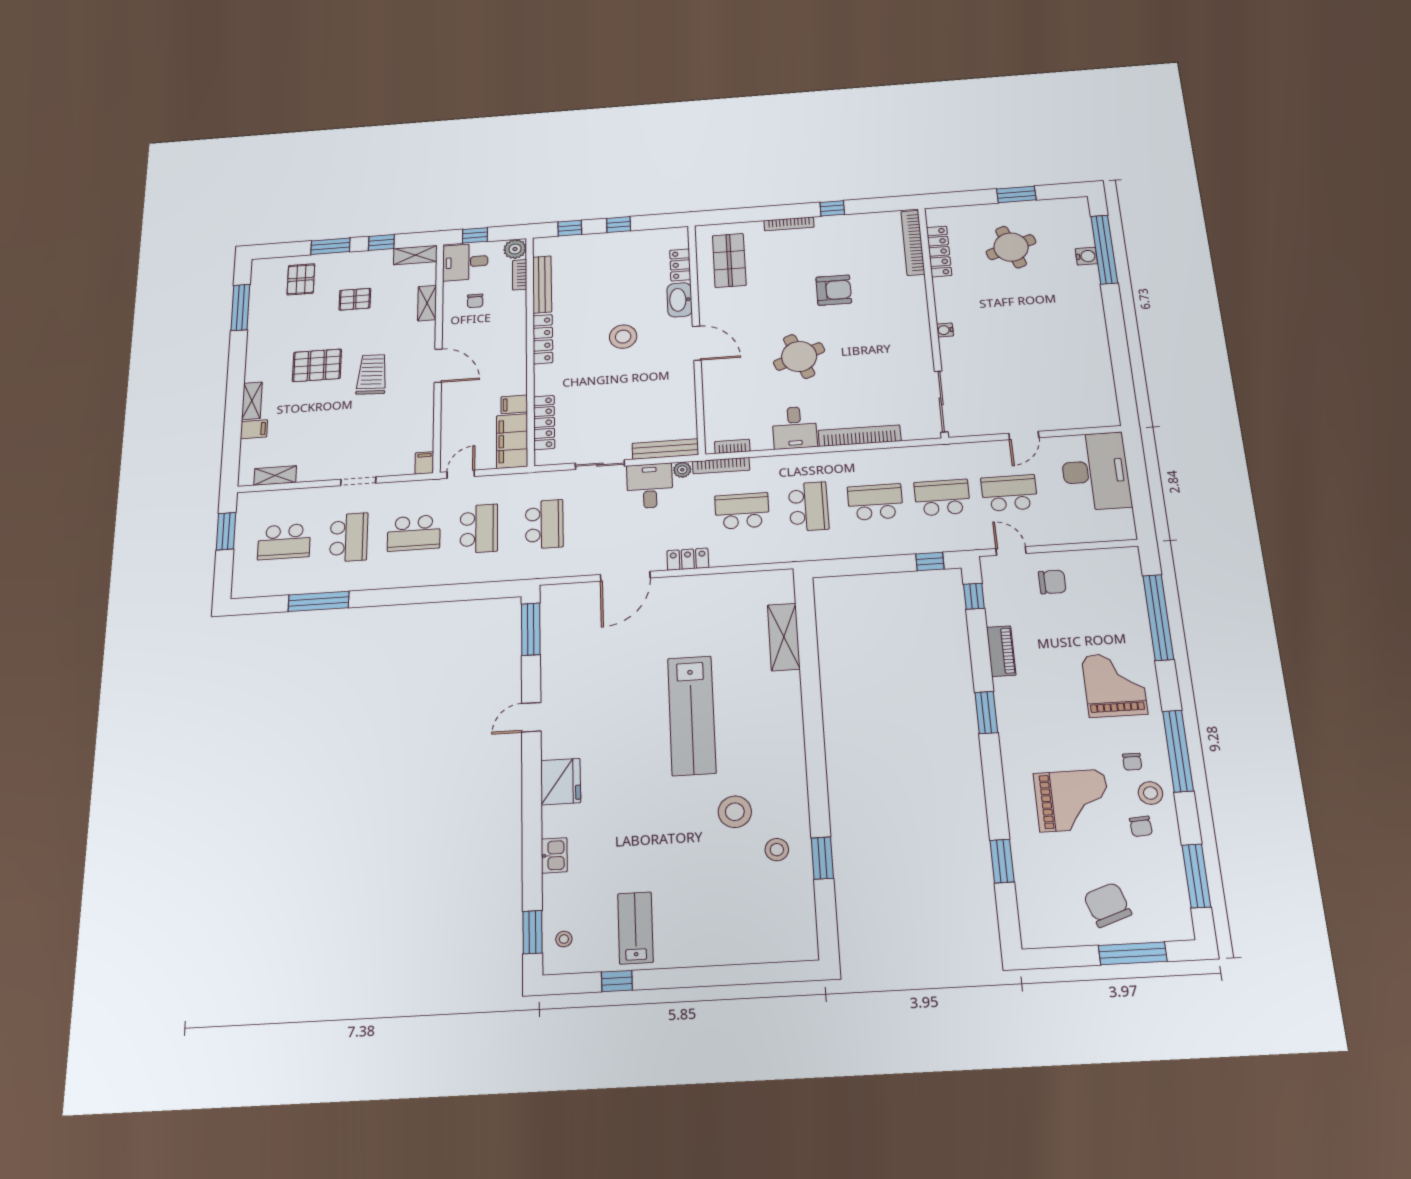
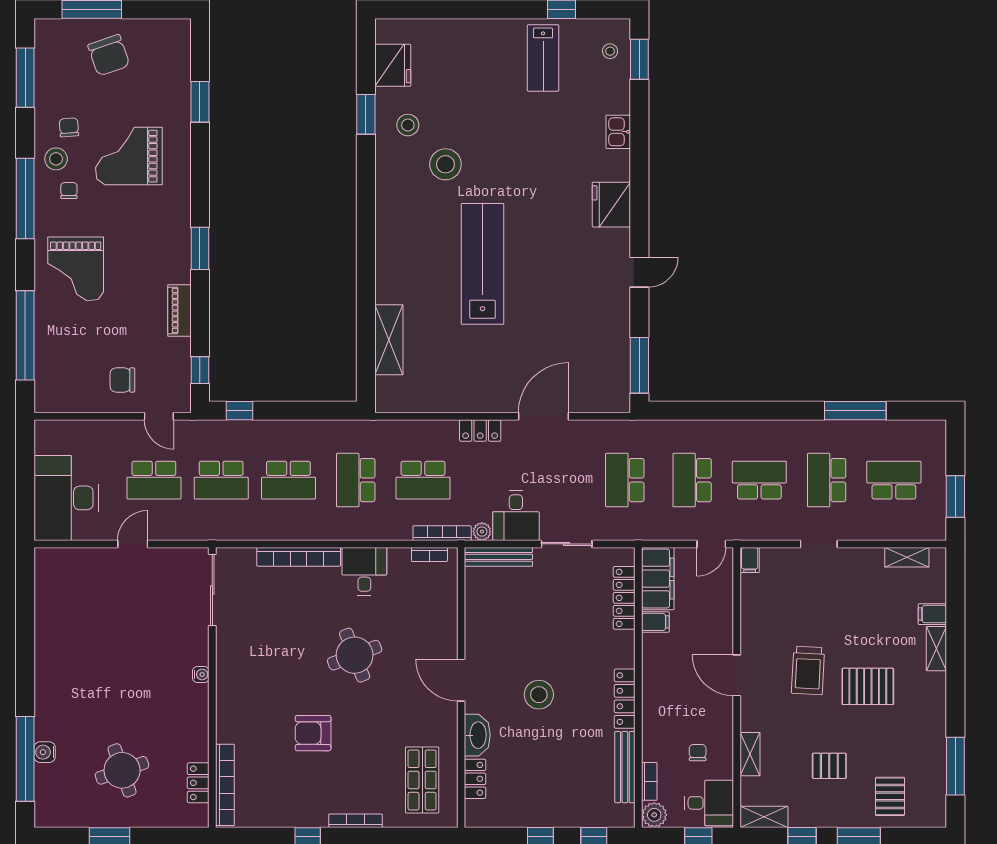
locker: (939, 251) -> (198, 783), width x0.66
fridge: (797, 911) -> (393, 65), added

